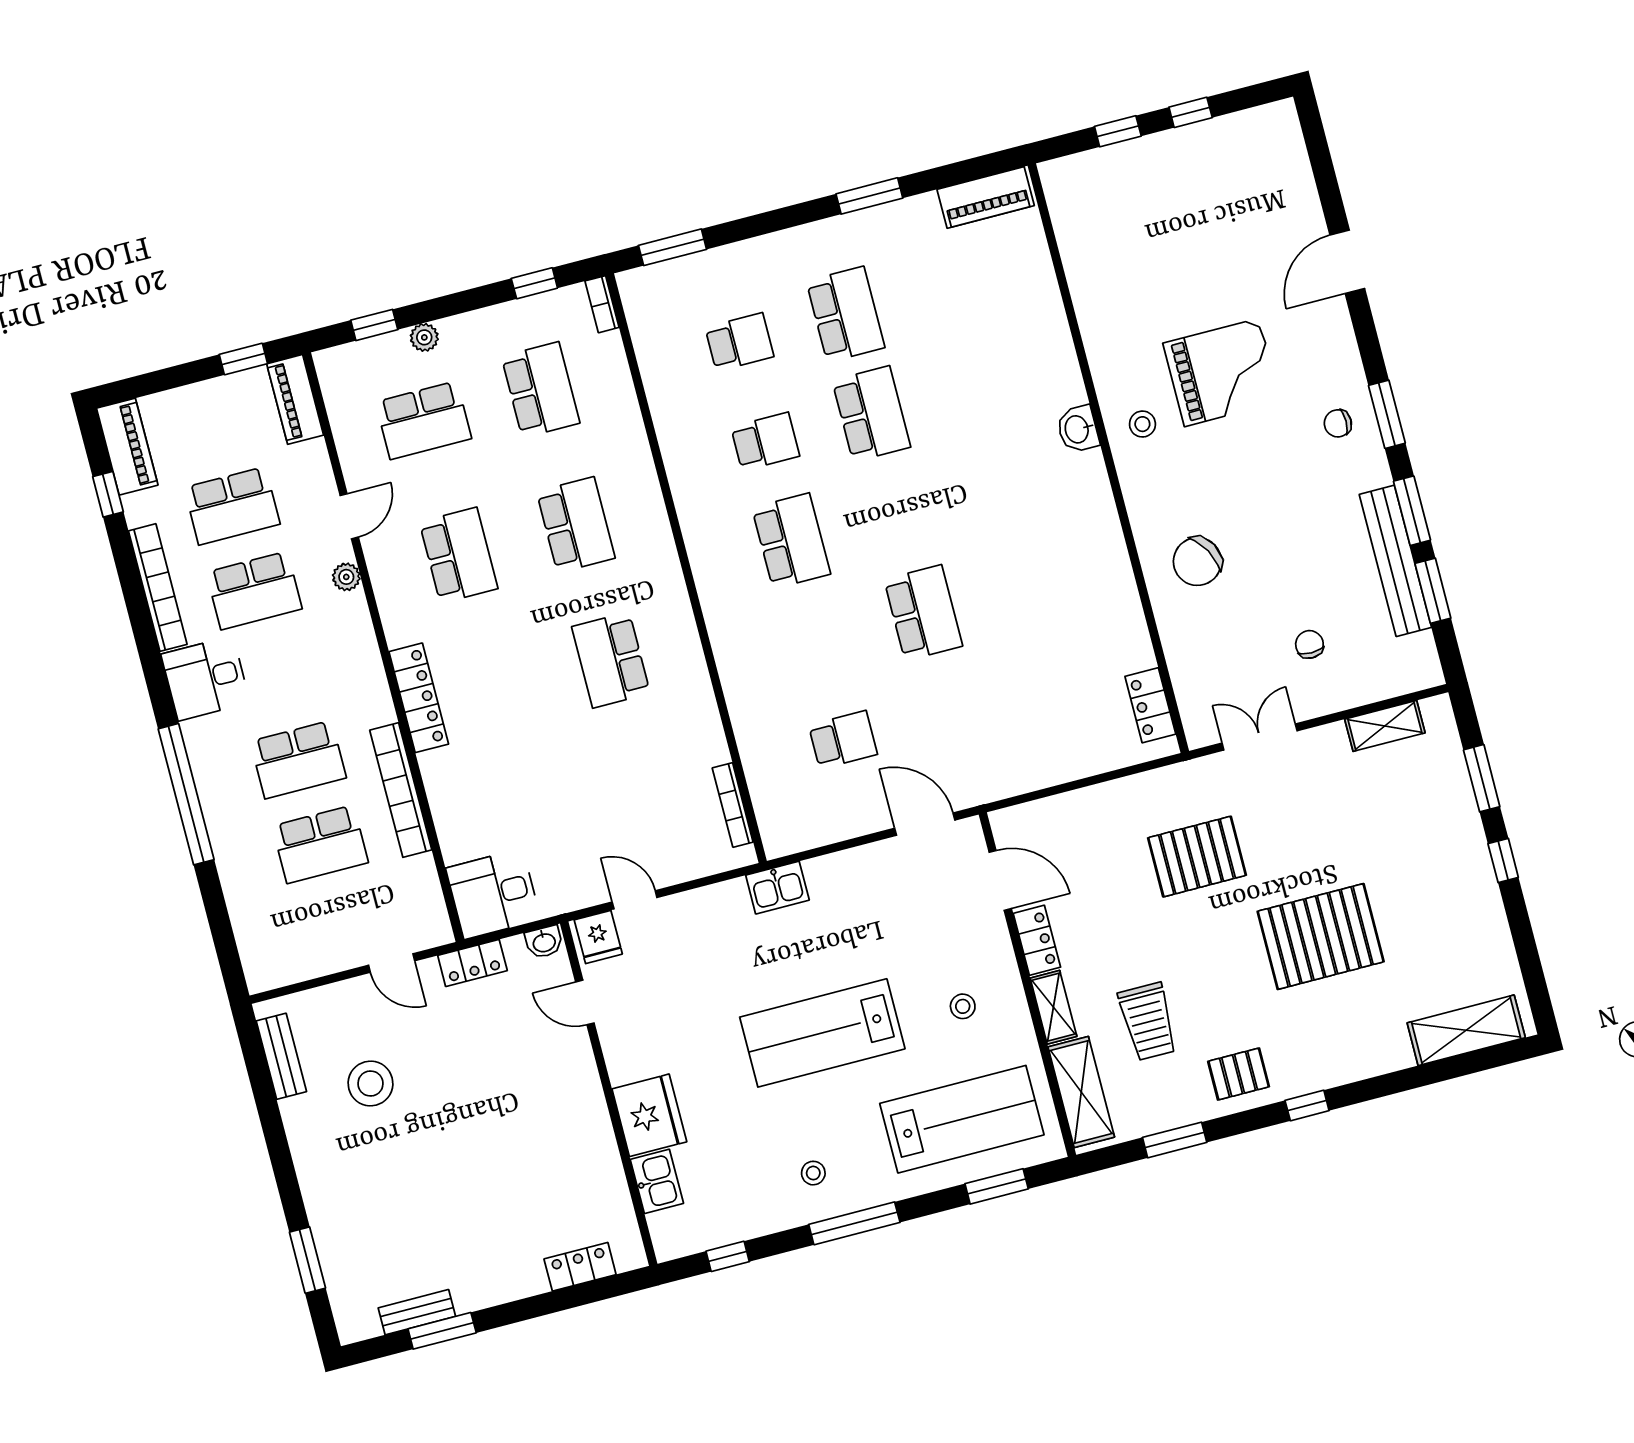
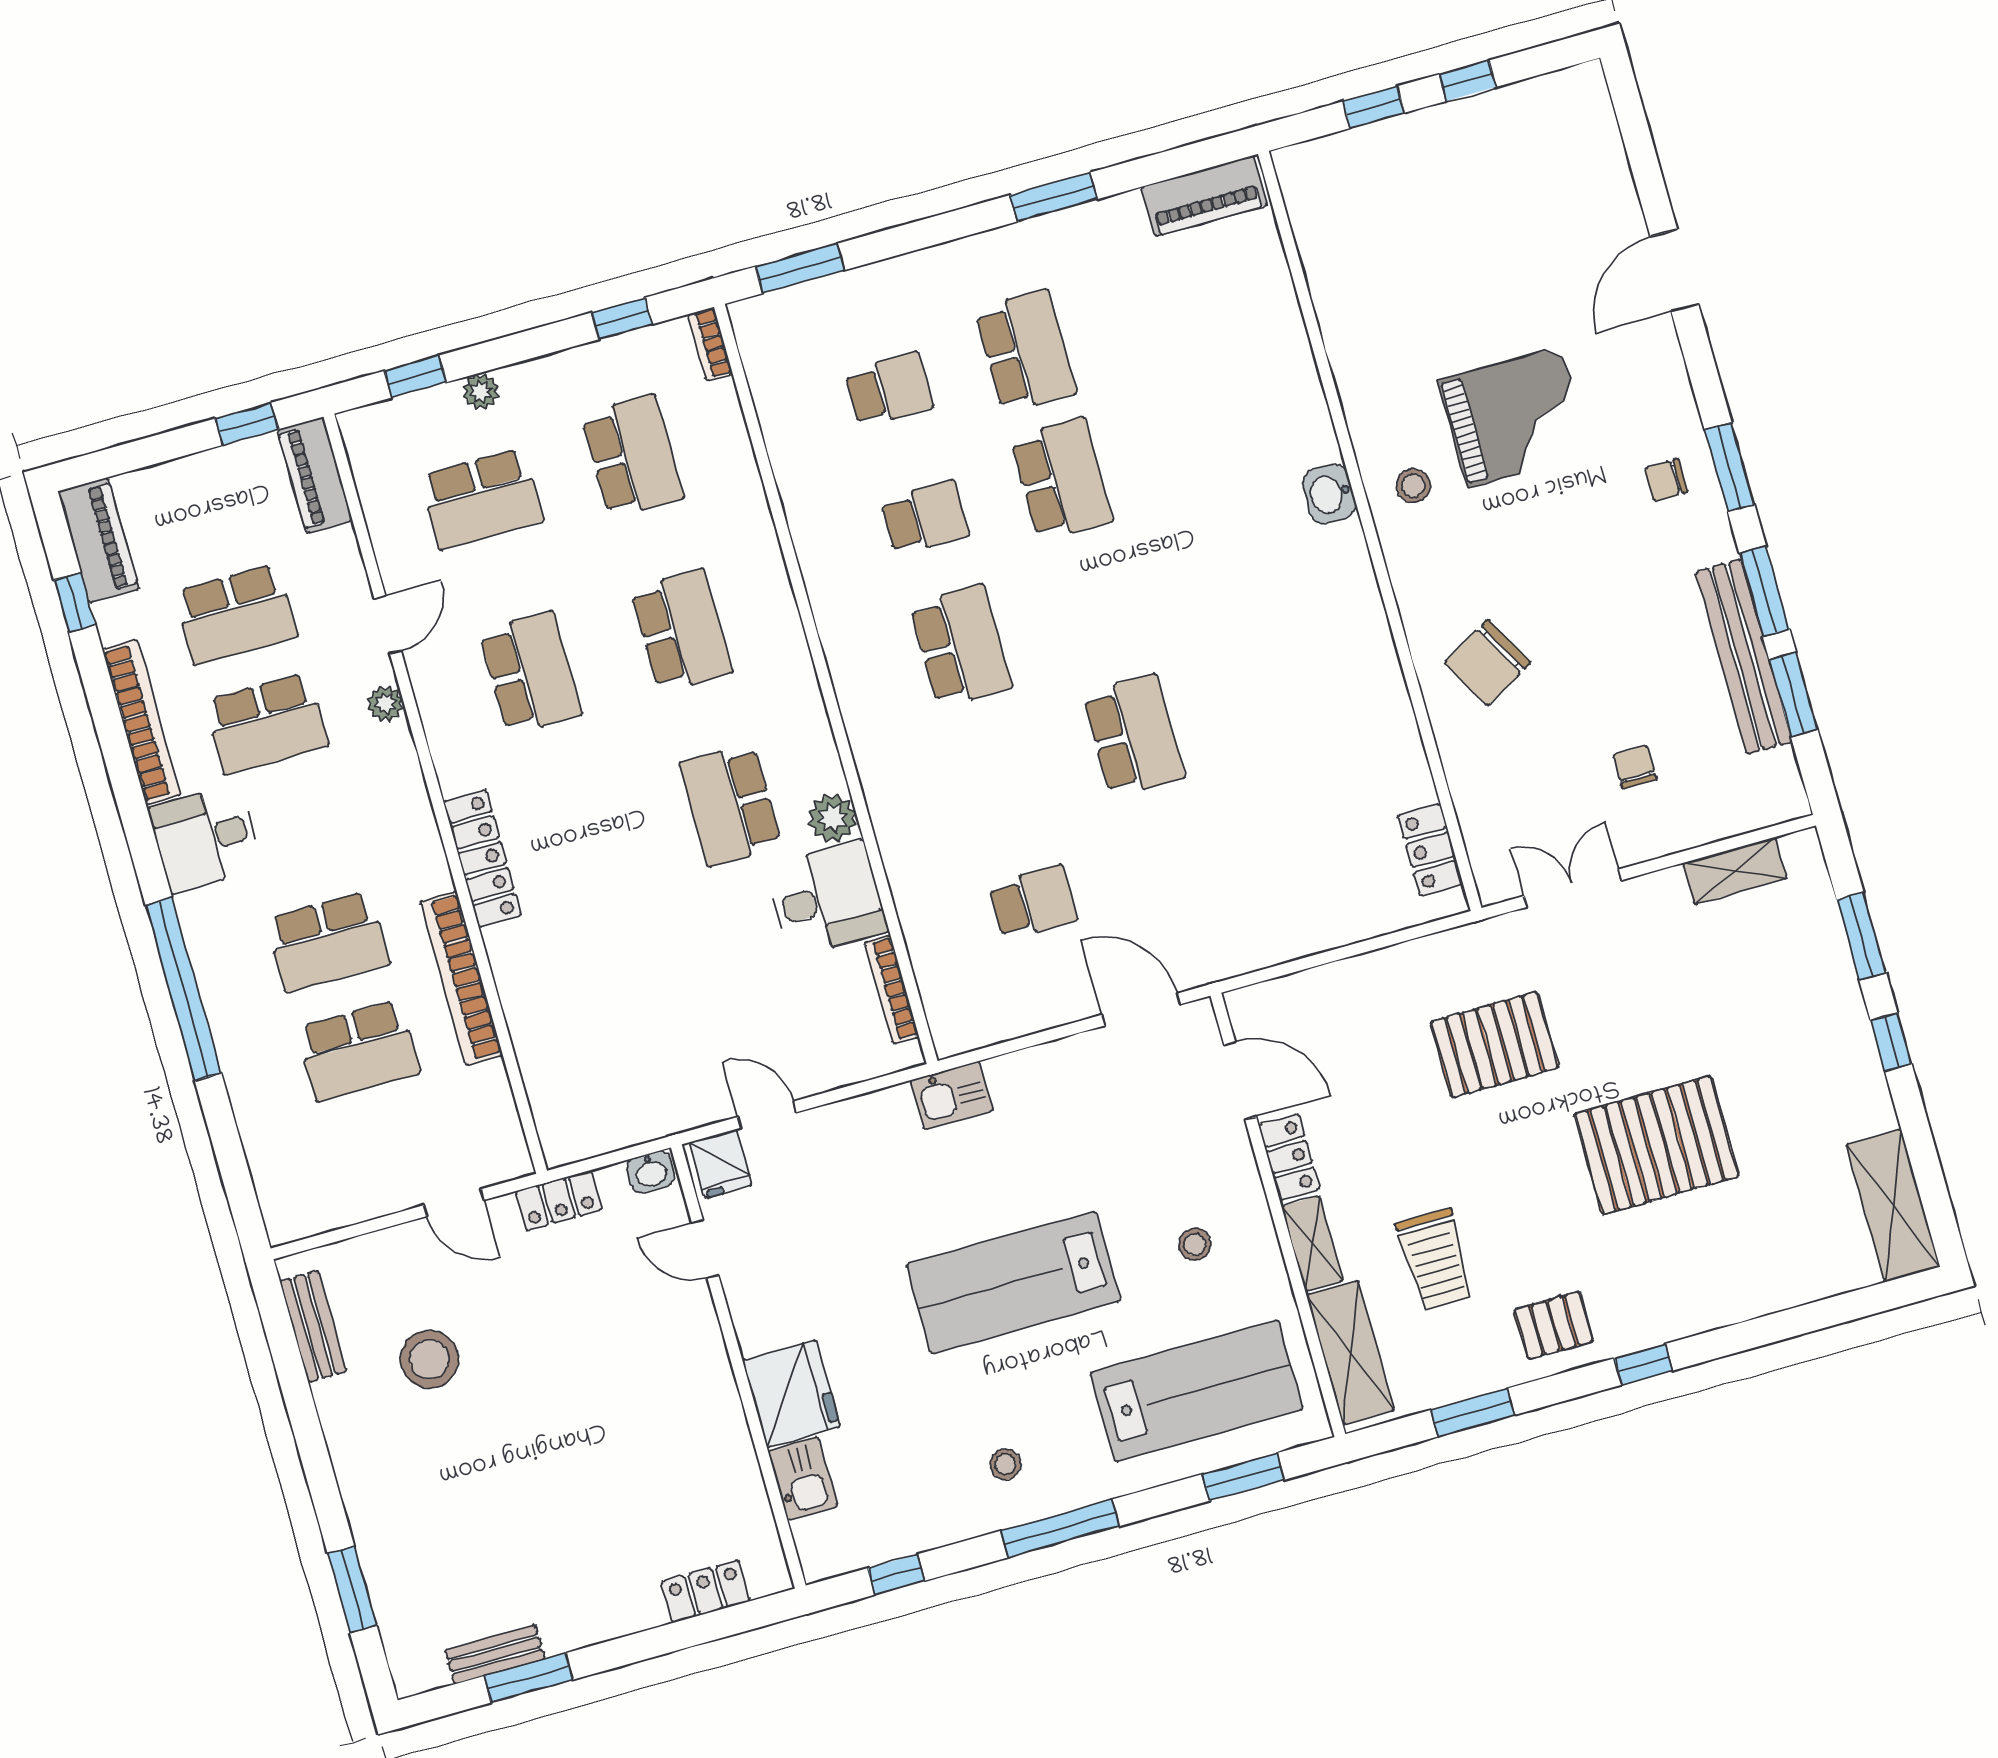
plant: (689, 672) -> (832, 818), added
desk: (493, 894) -> (827, 899), moved, turned 180
shelving: (1466, 1030) -> (1893, 1206), moved, turned 90

